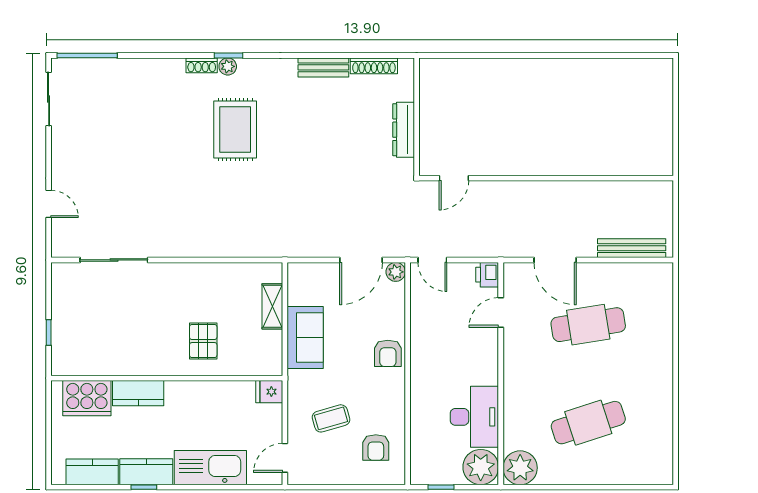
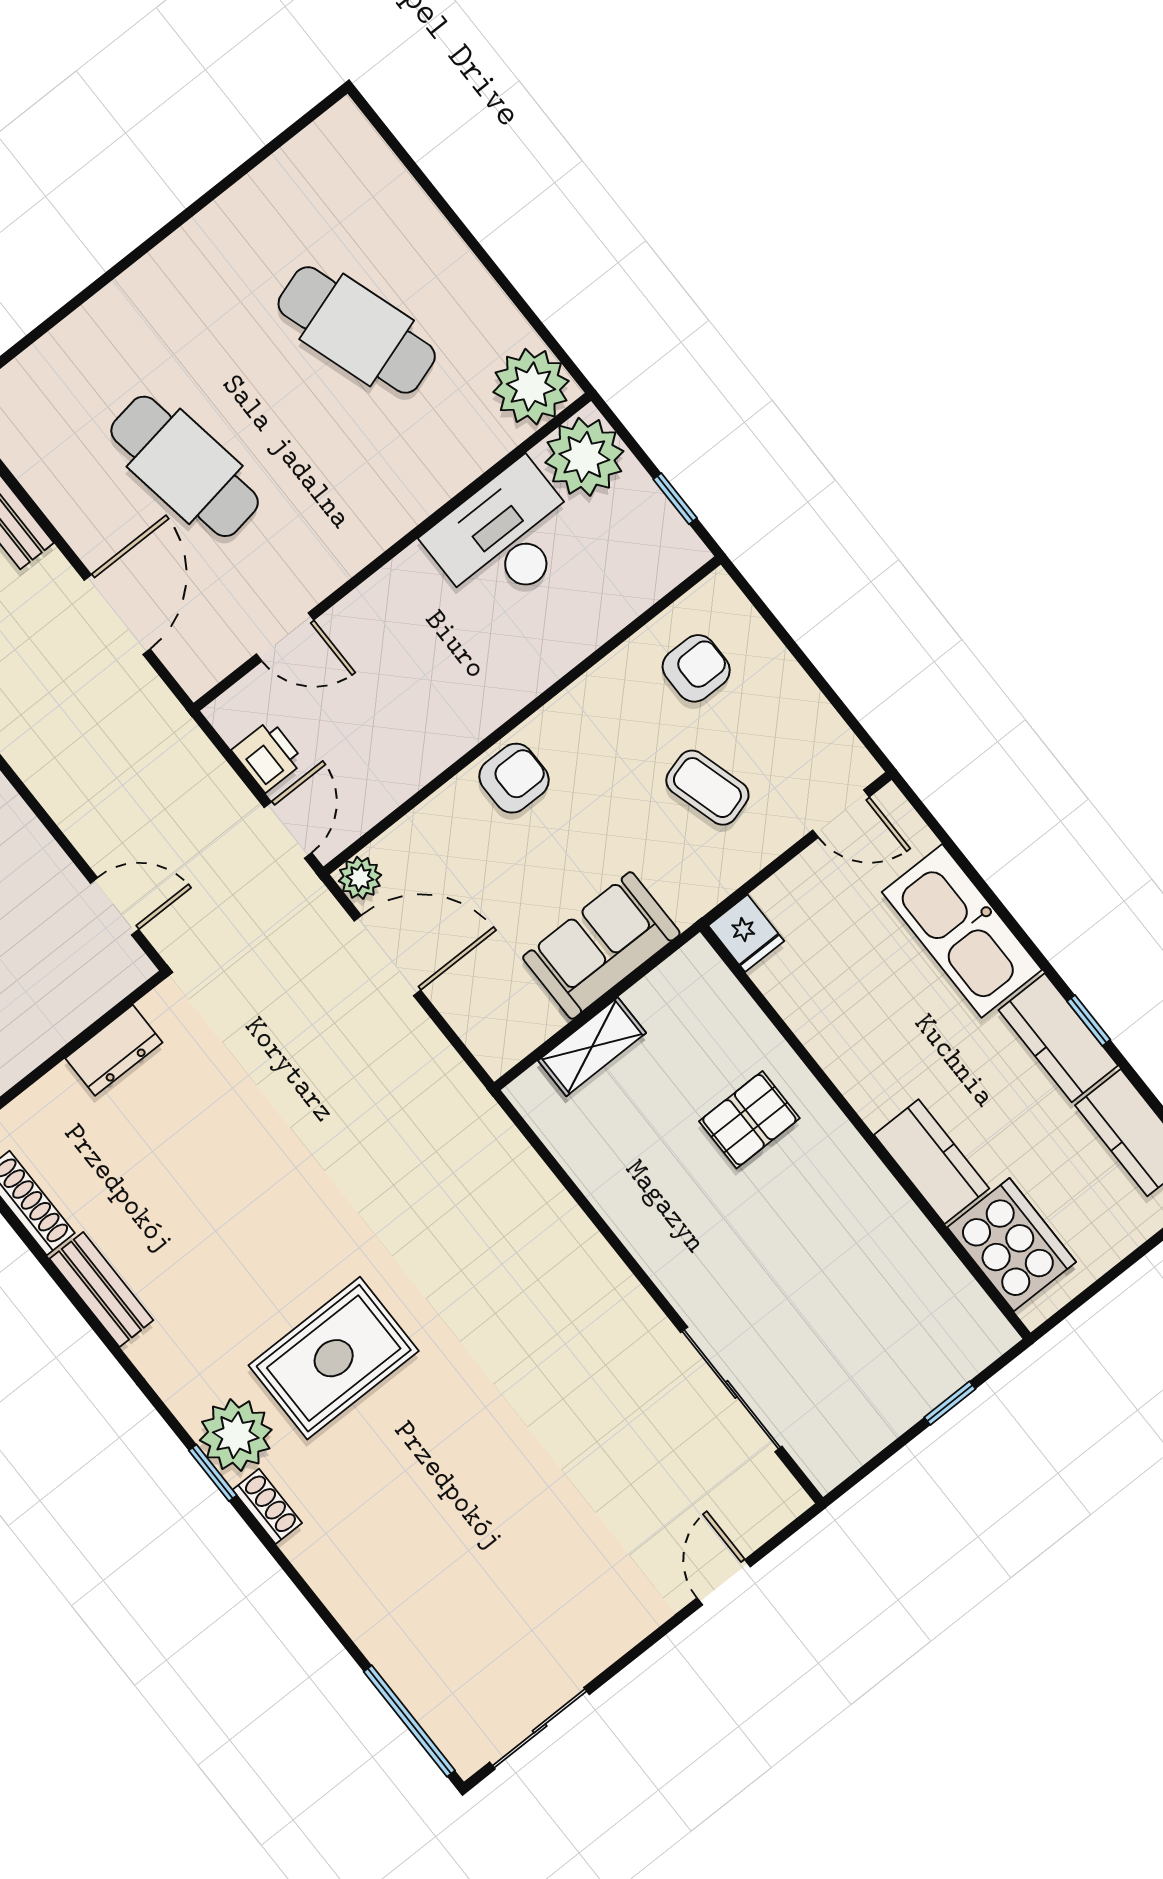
plant: (228, 66) -> (236, 1435), width x1.87, depth x1.87
dresser: (404, 130) -> (114, 1050), width x0.70
printer: (487, 275) -> (268, 756), moved, turned -90

